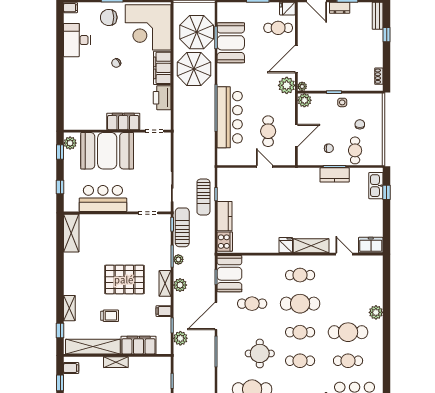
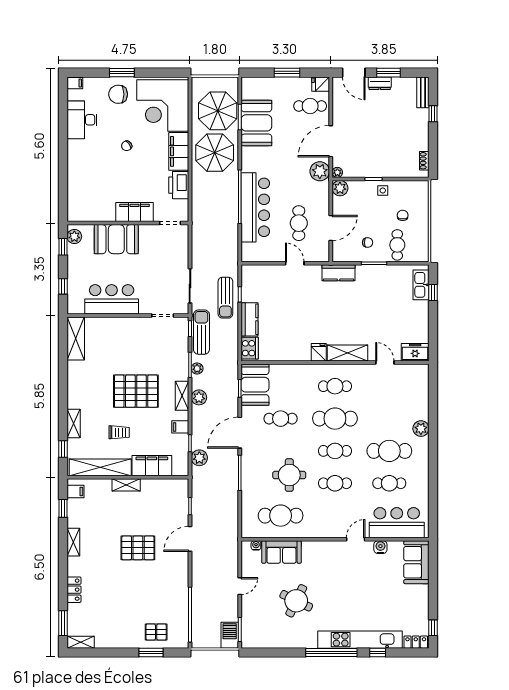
booth: (107, 151) -> (116, 239), width x0.73, depth x0.70
kitchen counter: (335, 175) -> (338, 273), moved

